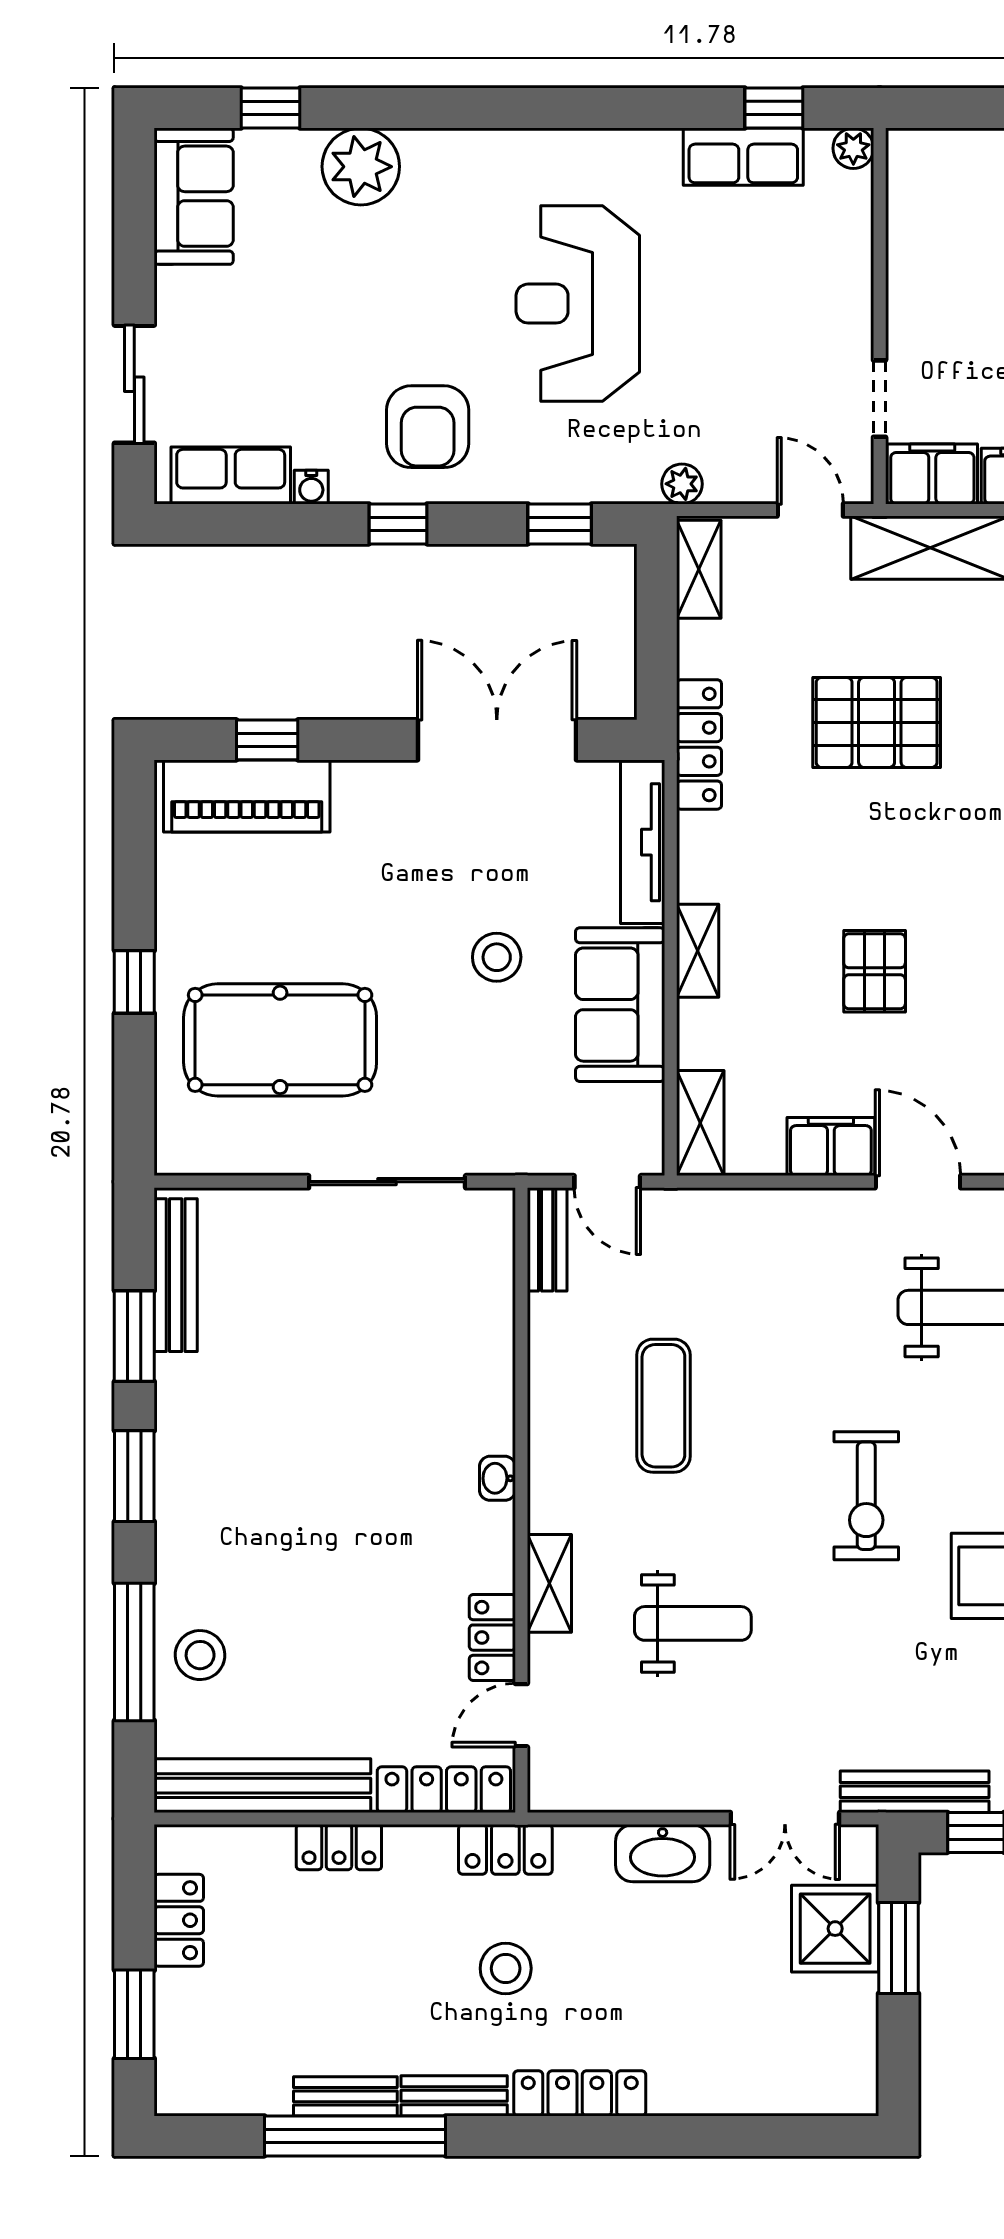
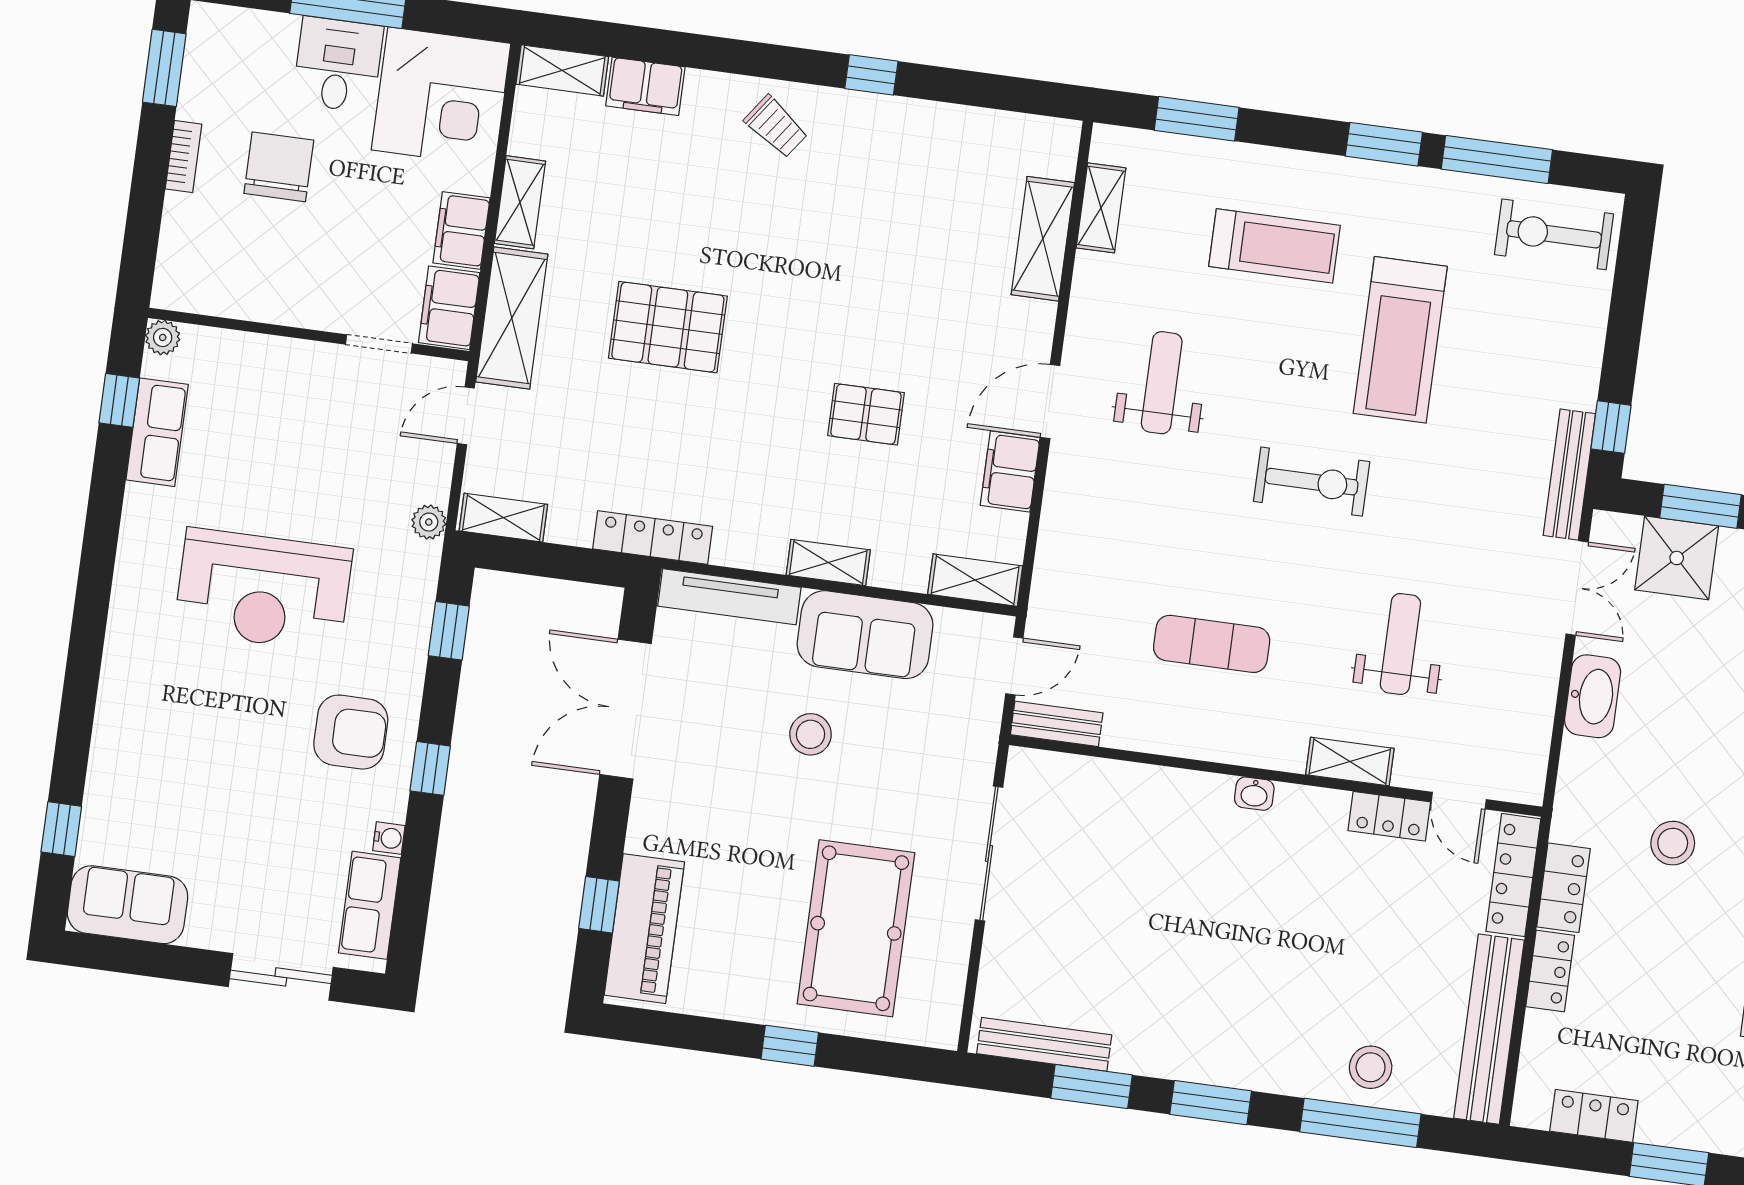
plant: (361, 167) -> (122, 759), removed
pallet: (877, 722) -> (668, 327), moved, turned 90
locker: (505, 1849) -> (1563, 888), moved

